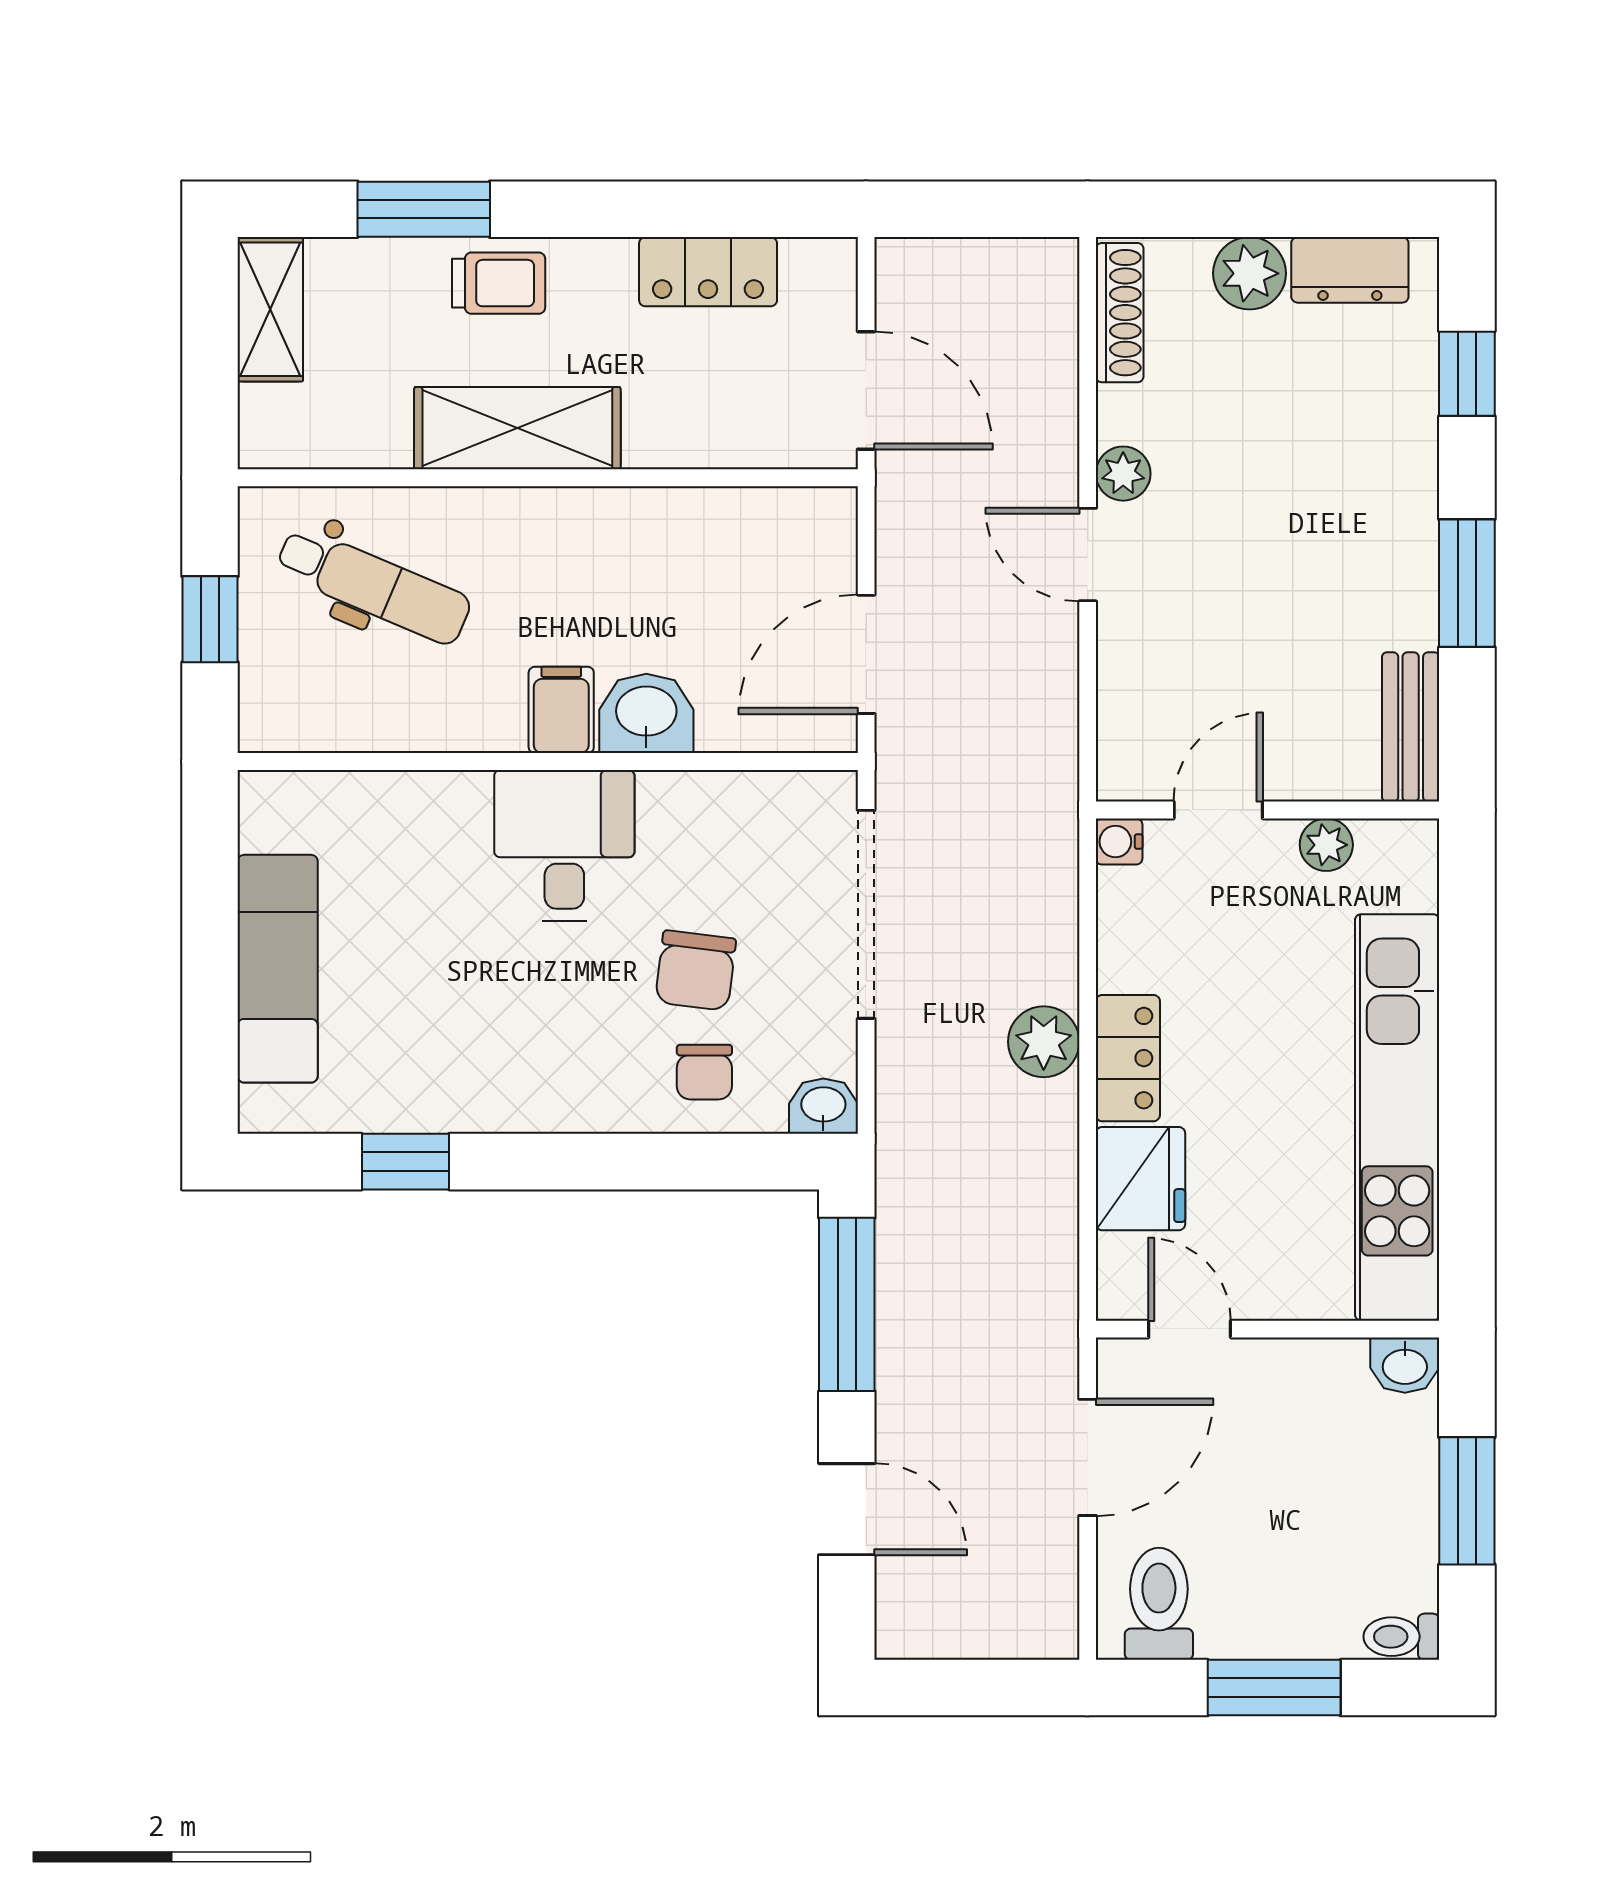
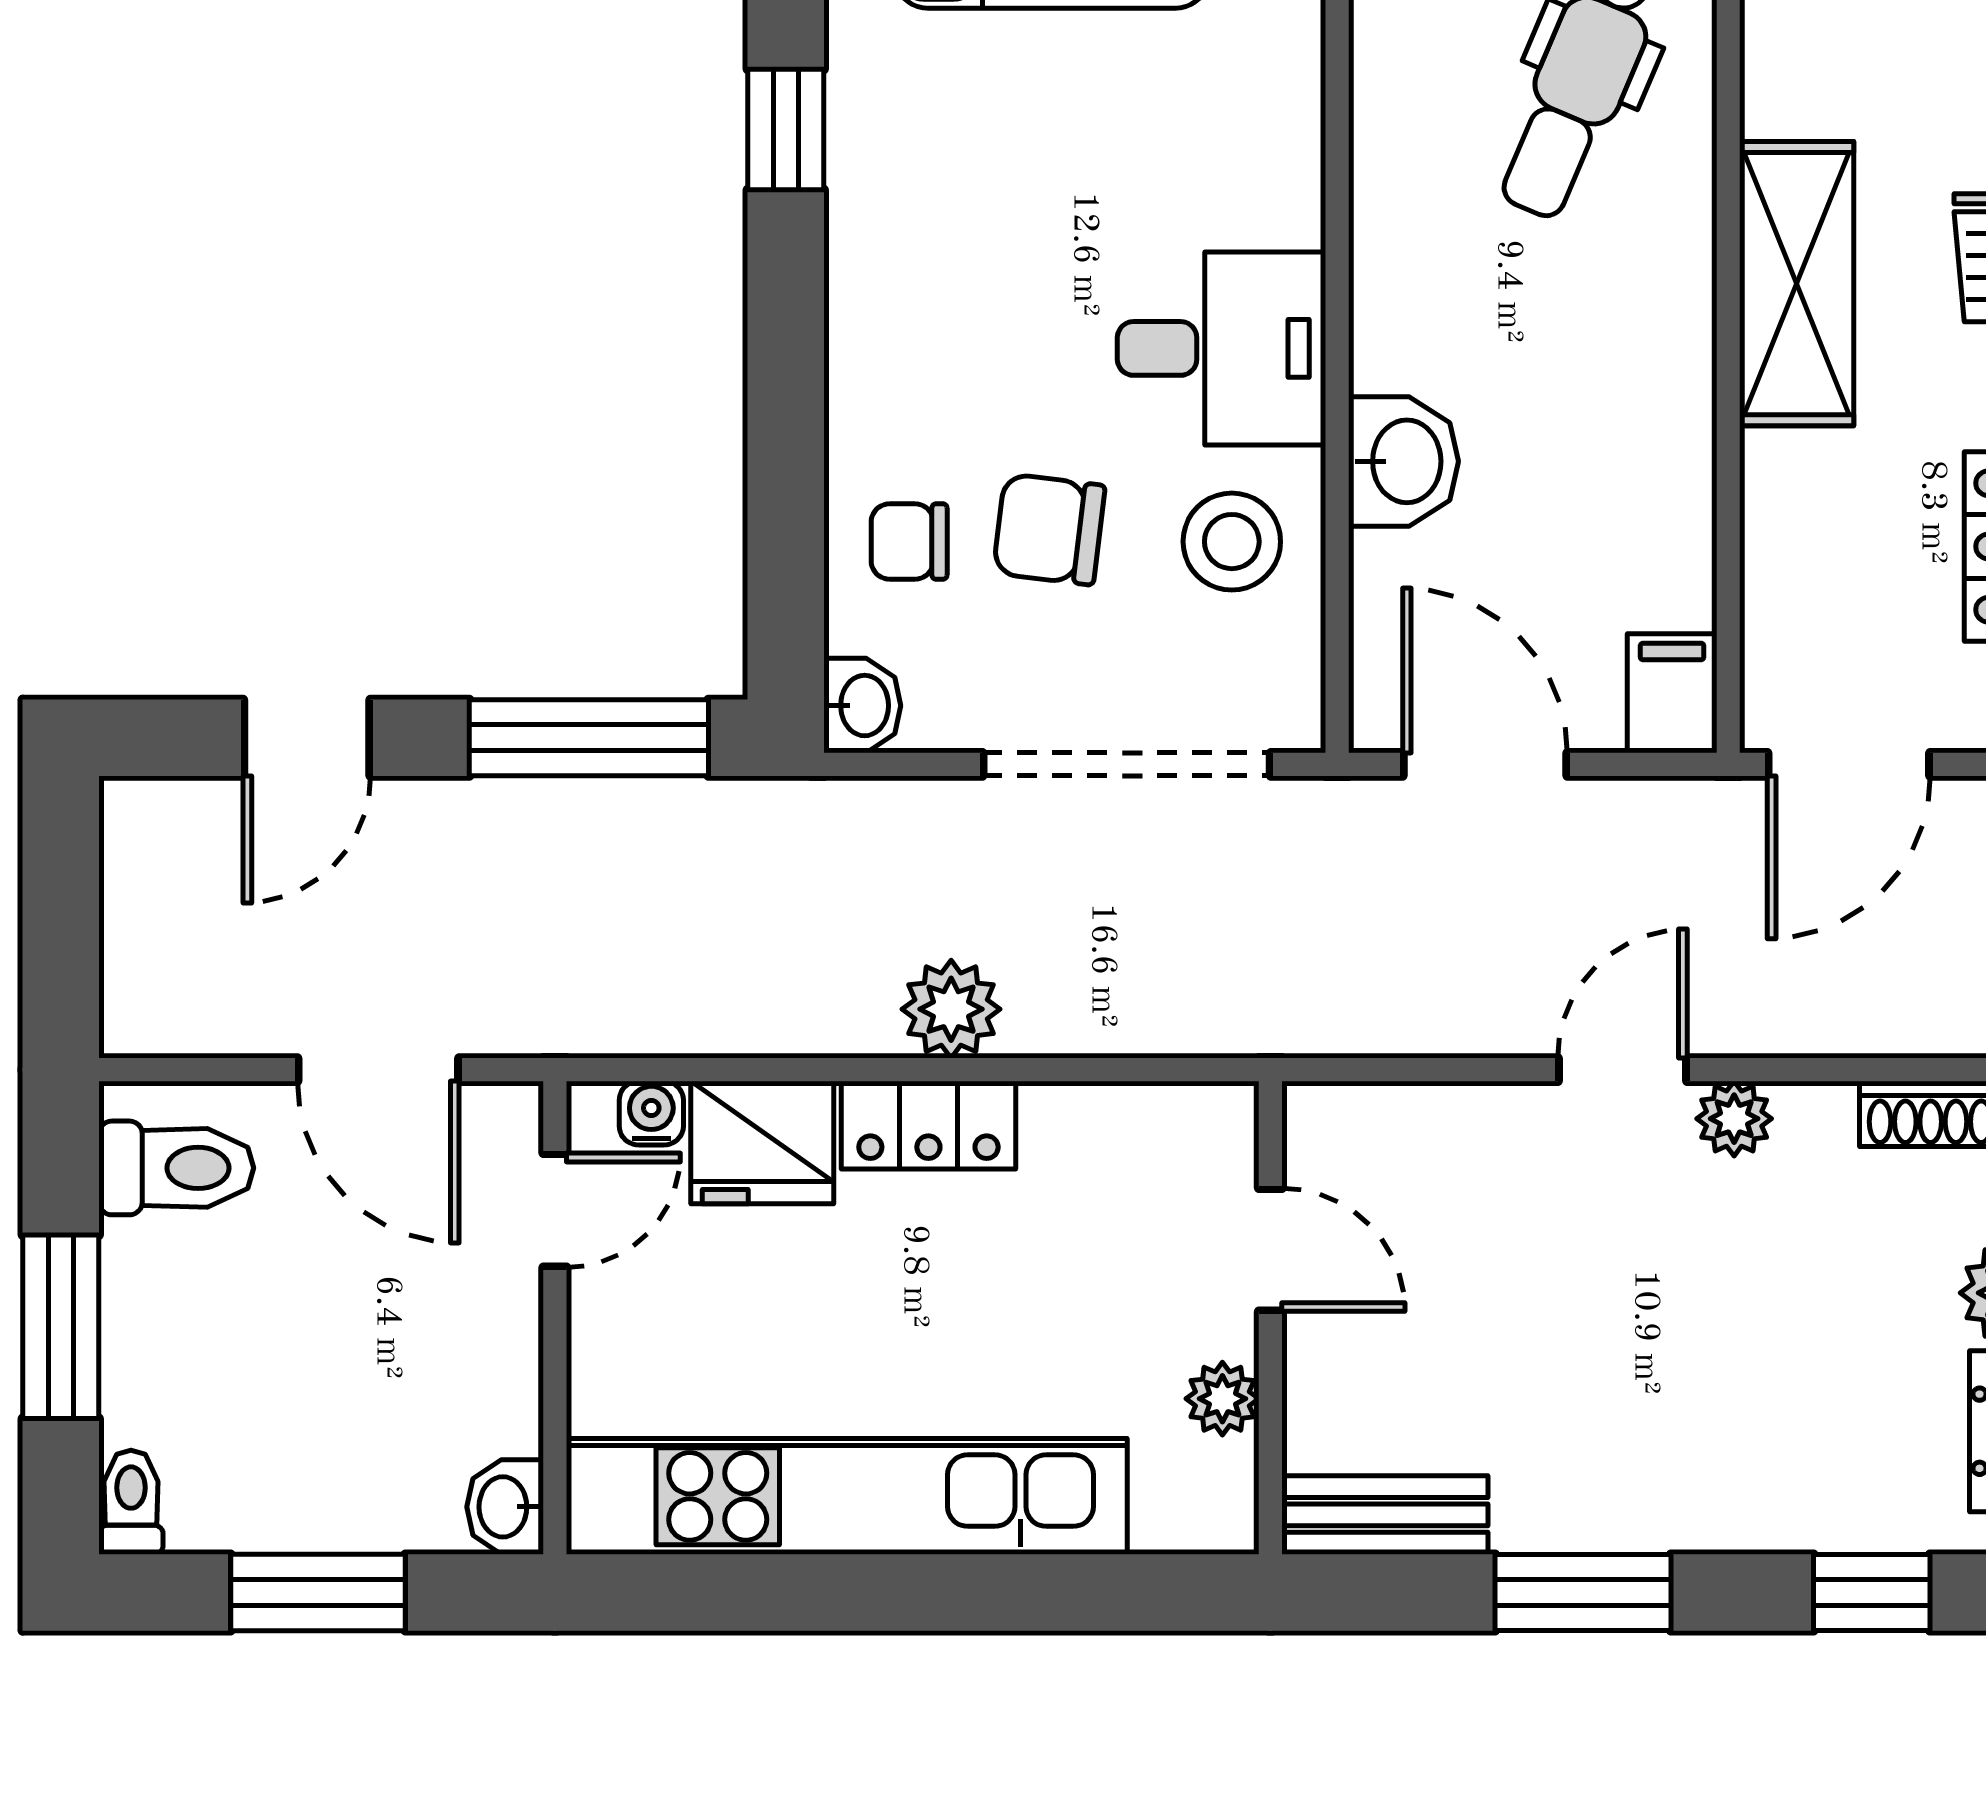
filing cabinet: (561, 710) -> (1672, 693), moved, turned -90
stool: (704, 838) -> (1232, 542), added
water cooler: (1119, 842) -> (651, 1113), moved

